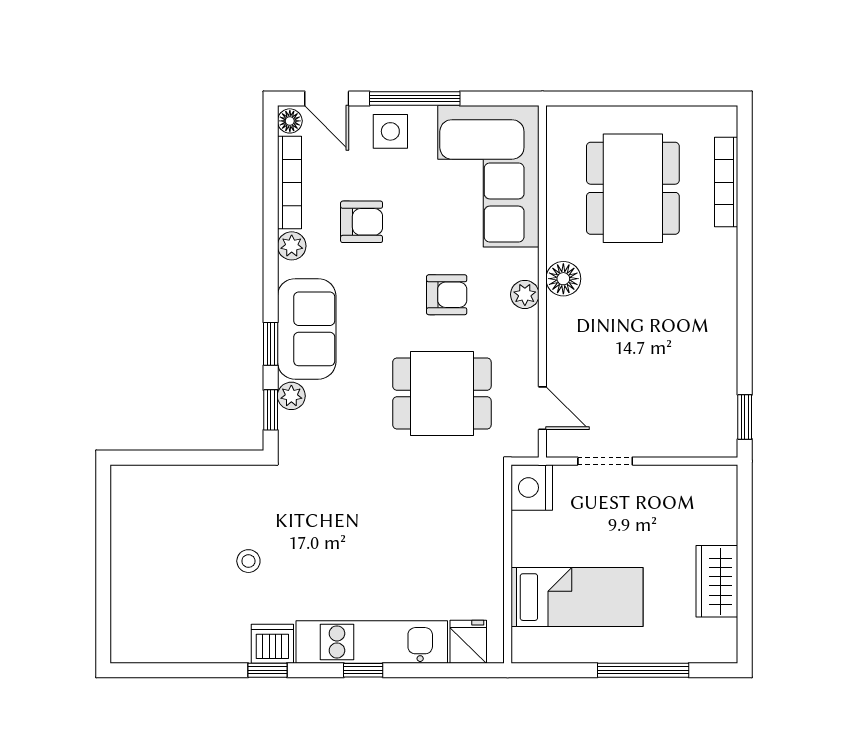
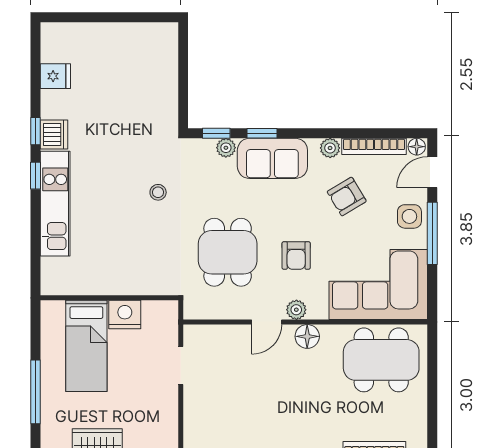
dining table: (633, 188) -> (381, 360), moved
armchair: (362, 222) -> (347, 196), turned 59
door: (542, 408) -> (267, 322), moved
nightstand: (532, 488) -> (125, 315), moved
stool: (248, 561) -> (158, 192), moved
fridge: (468, 642) -> (55, 76), moved
window: (363, 670) -> (36, 176), moved

